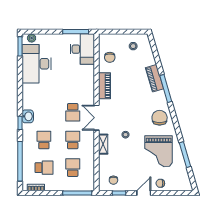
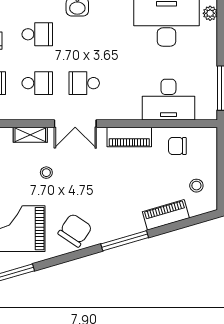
desk: (82, 49) -> (168, 100), moved
piano: (155, 78) -> (166, 215), moved
double door: (97, 118) -> (75, 124), swing flipped
chair: (160, 118) -> (75, 230), turned -56

